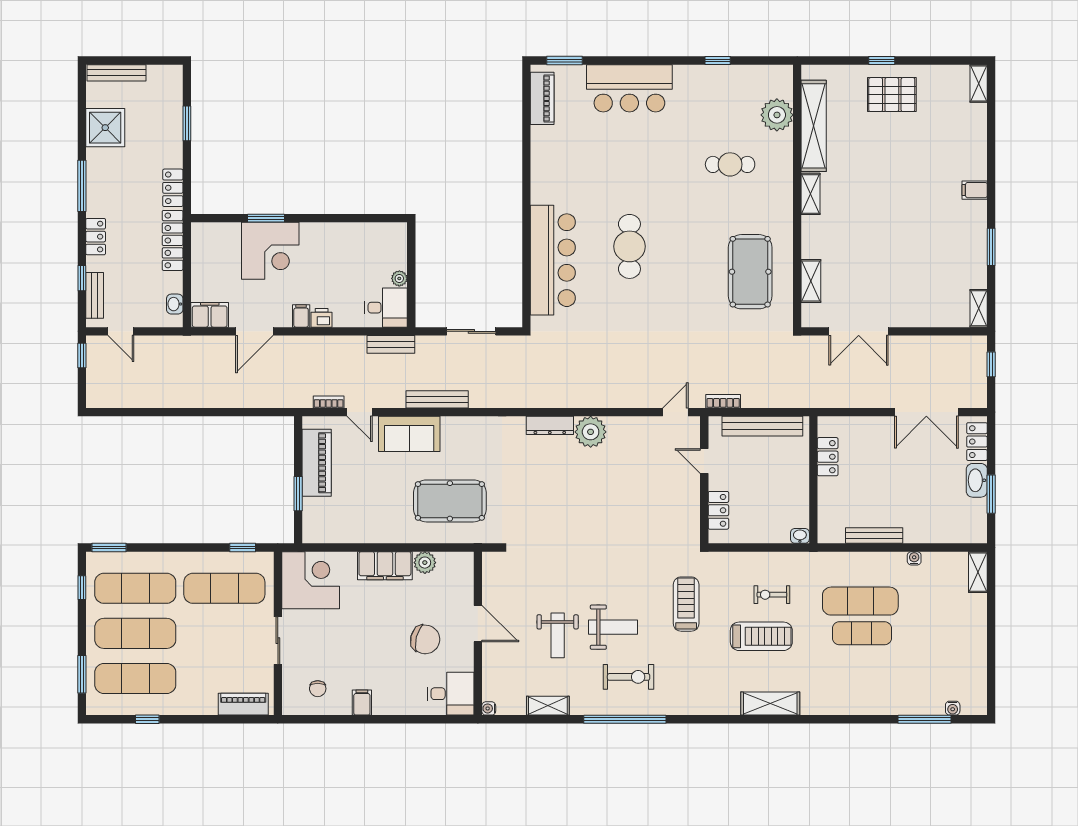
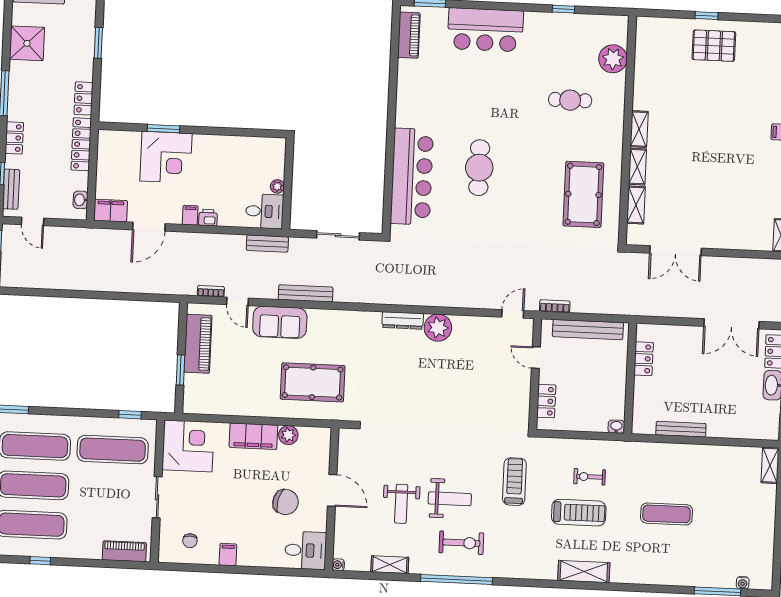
shelving: (814, 126) -> (637, 167), moved, width x0.45, depth x0.75
water cooler: (914, 558) -> (715, 451), removed
exercise mat: (860, 601) -> (666, 486), removed

